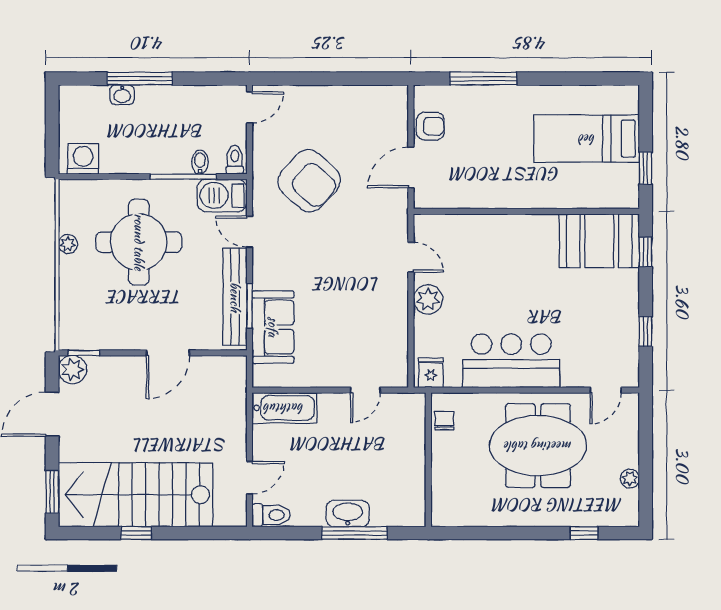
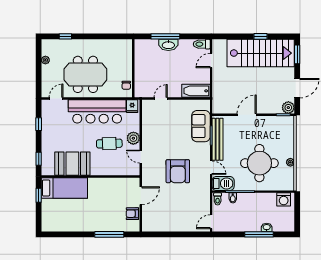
bed: (587, 139) -> (64, 188), moved
armchair: (309, 181) -> (178, 171), moved, turned -132
booth: (599, 241) -> (72, 164), moved
cafe table: (483, 287) -> (109, 144), added
bar counter: (511, 361) -> (97, 111), width x1.36

